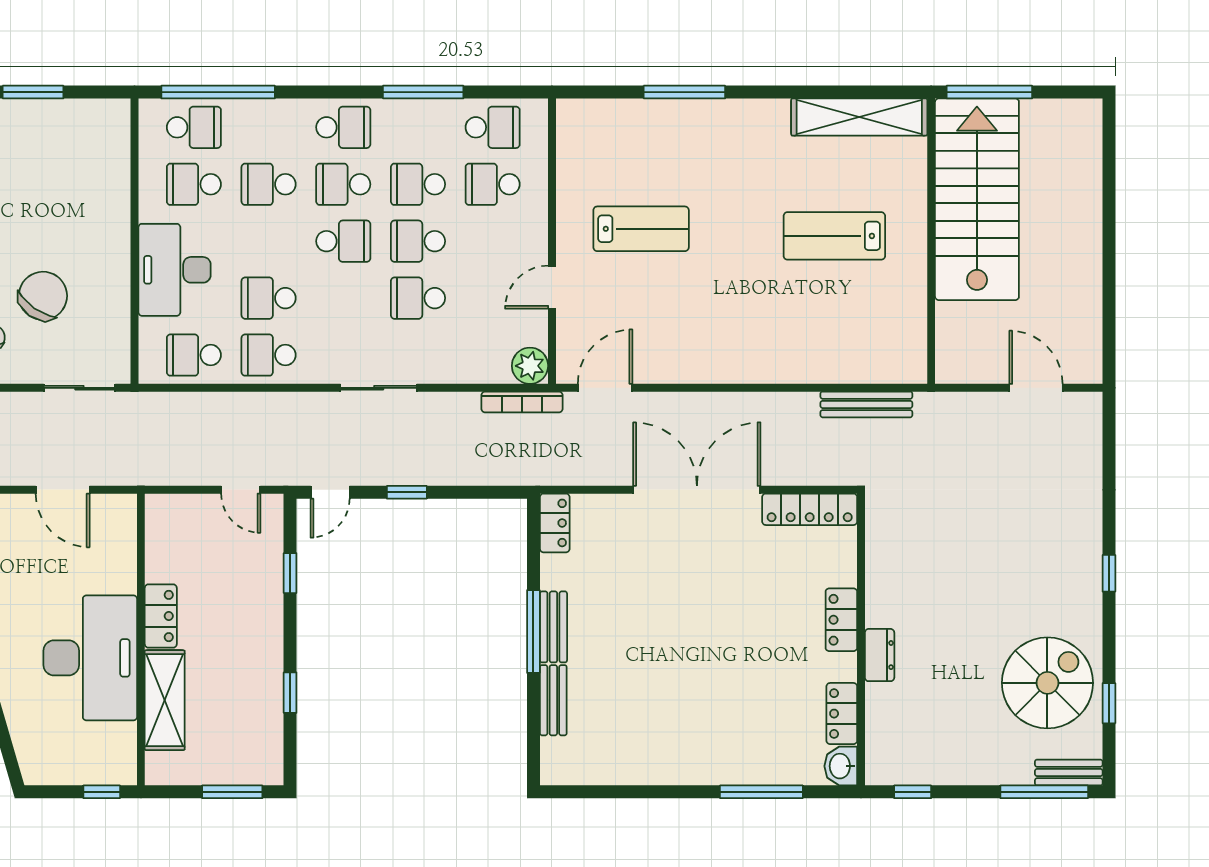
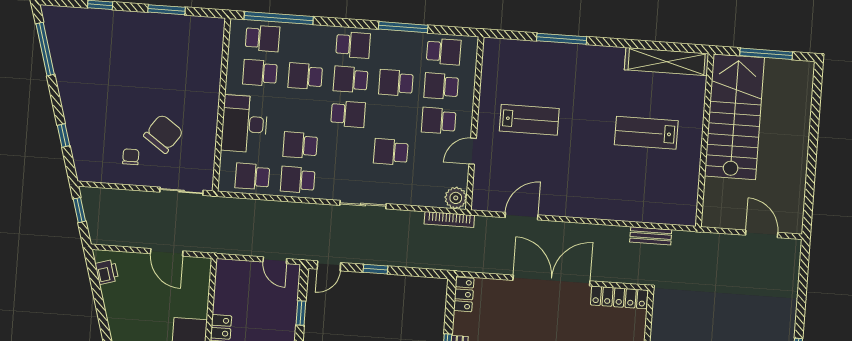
window: (989, 92) -> (766, 54), moved
school desk: (418, 241) -> (439, 121), moved
door: (605, 388) -> (522, 216), moved
bench: (866, 404) -> (651, 236), width x0.73

